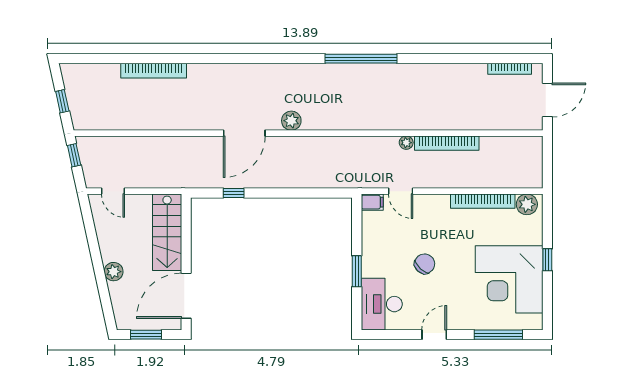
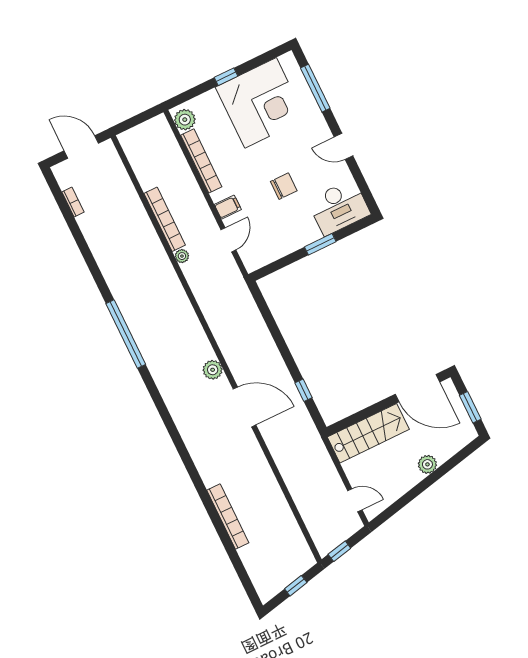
bookcase: (510, 69) -> (73, 202), width x0.64
door: (113, 191) -> (355, 500), hinge flipped
filing cabinet: (372, 202) -> (228, 207), moved, turned 90
chair: (425, 264) -> (284, 186), turned 137

